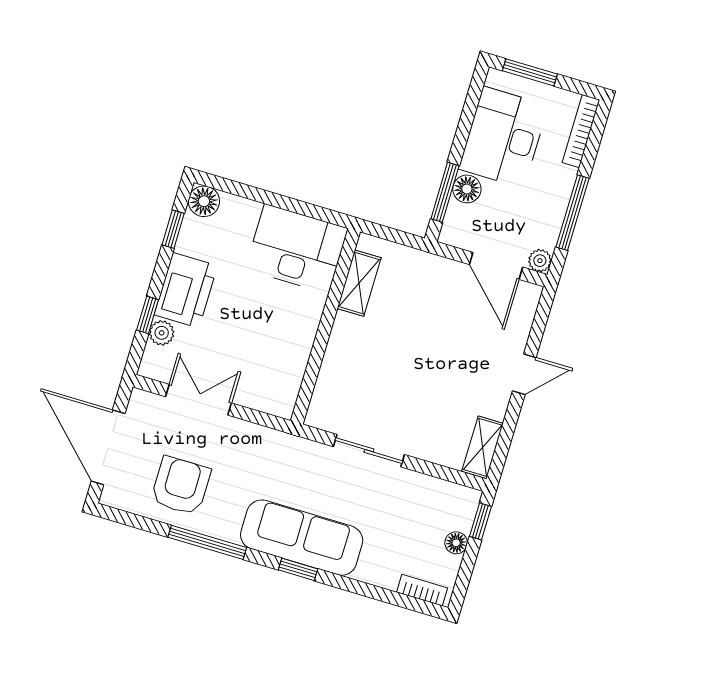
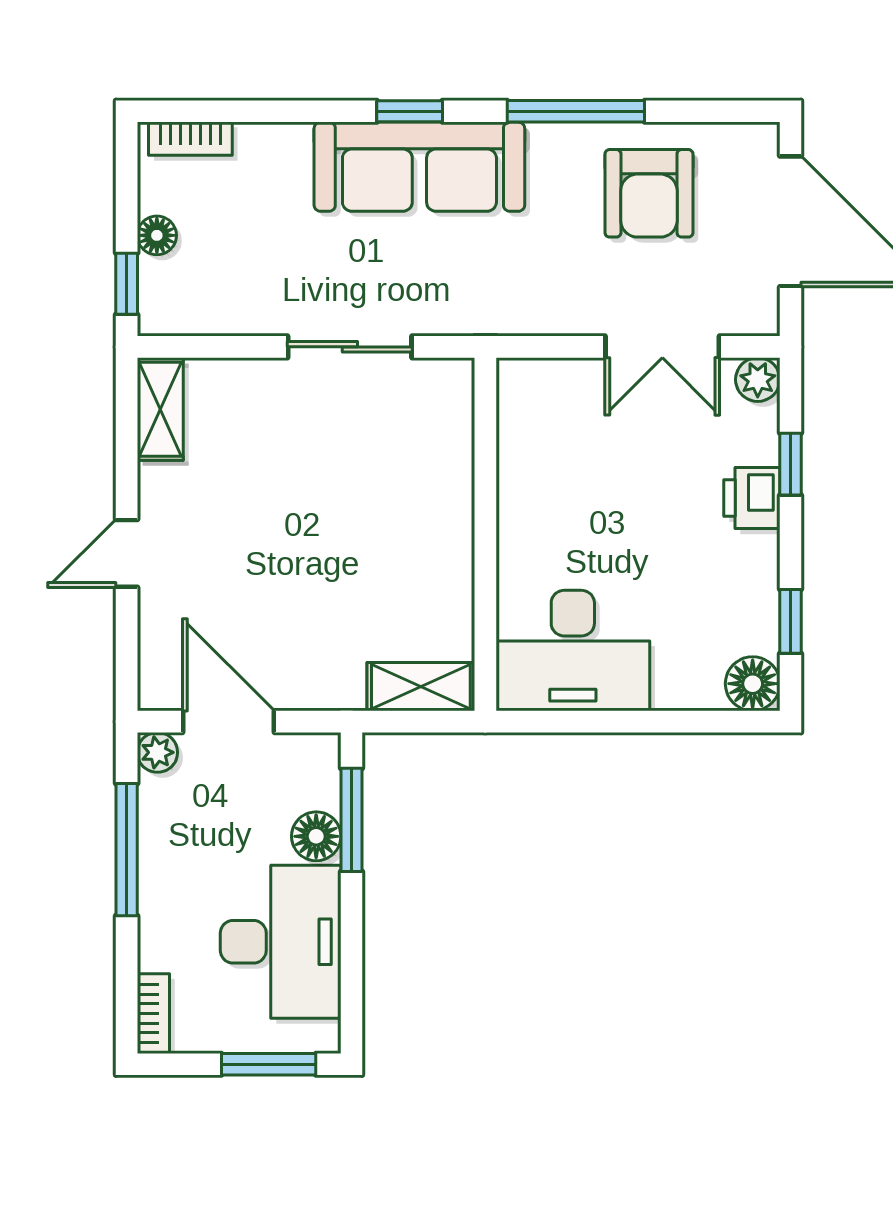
bookcase: (581, 131) -> (153, 1014), width x0.64
shelving: (359, 283) -> (421, 687), moved, turned 90
printer: (186, 290) -> (752, 498), width x0.53, depth x0.68
plant: (162, 333) -> (758, 380), moved

